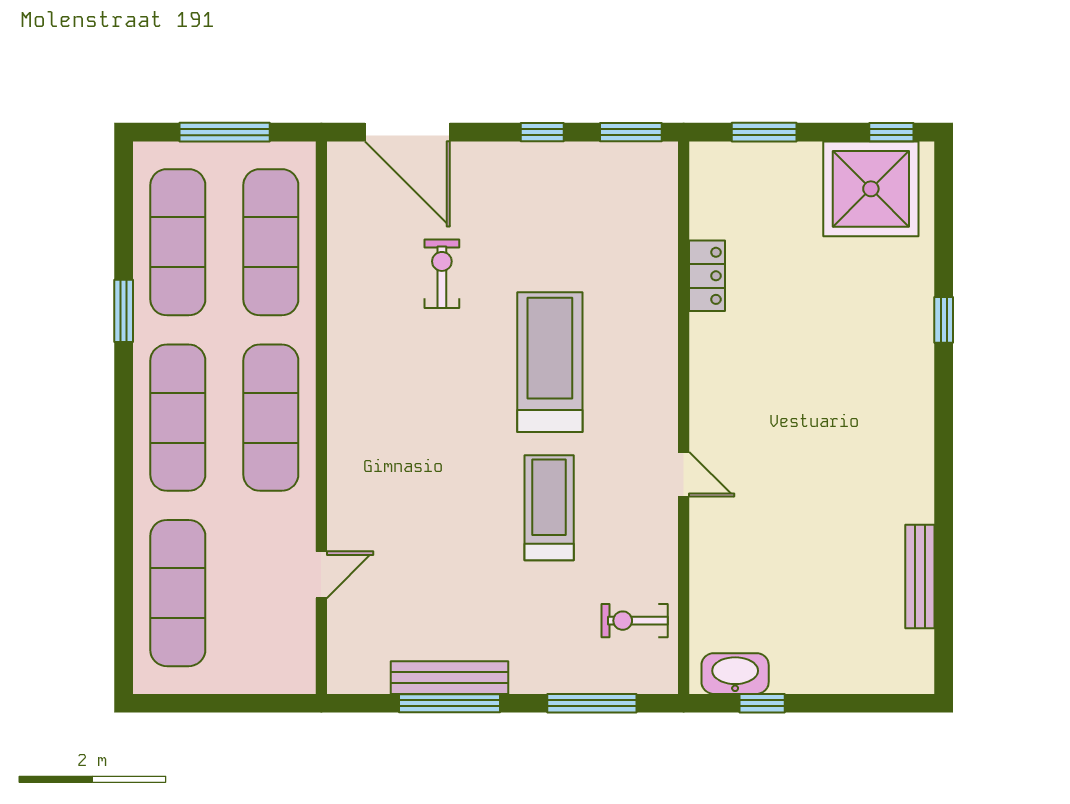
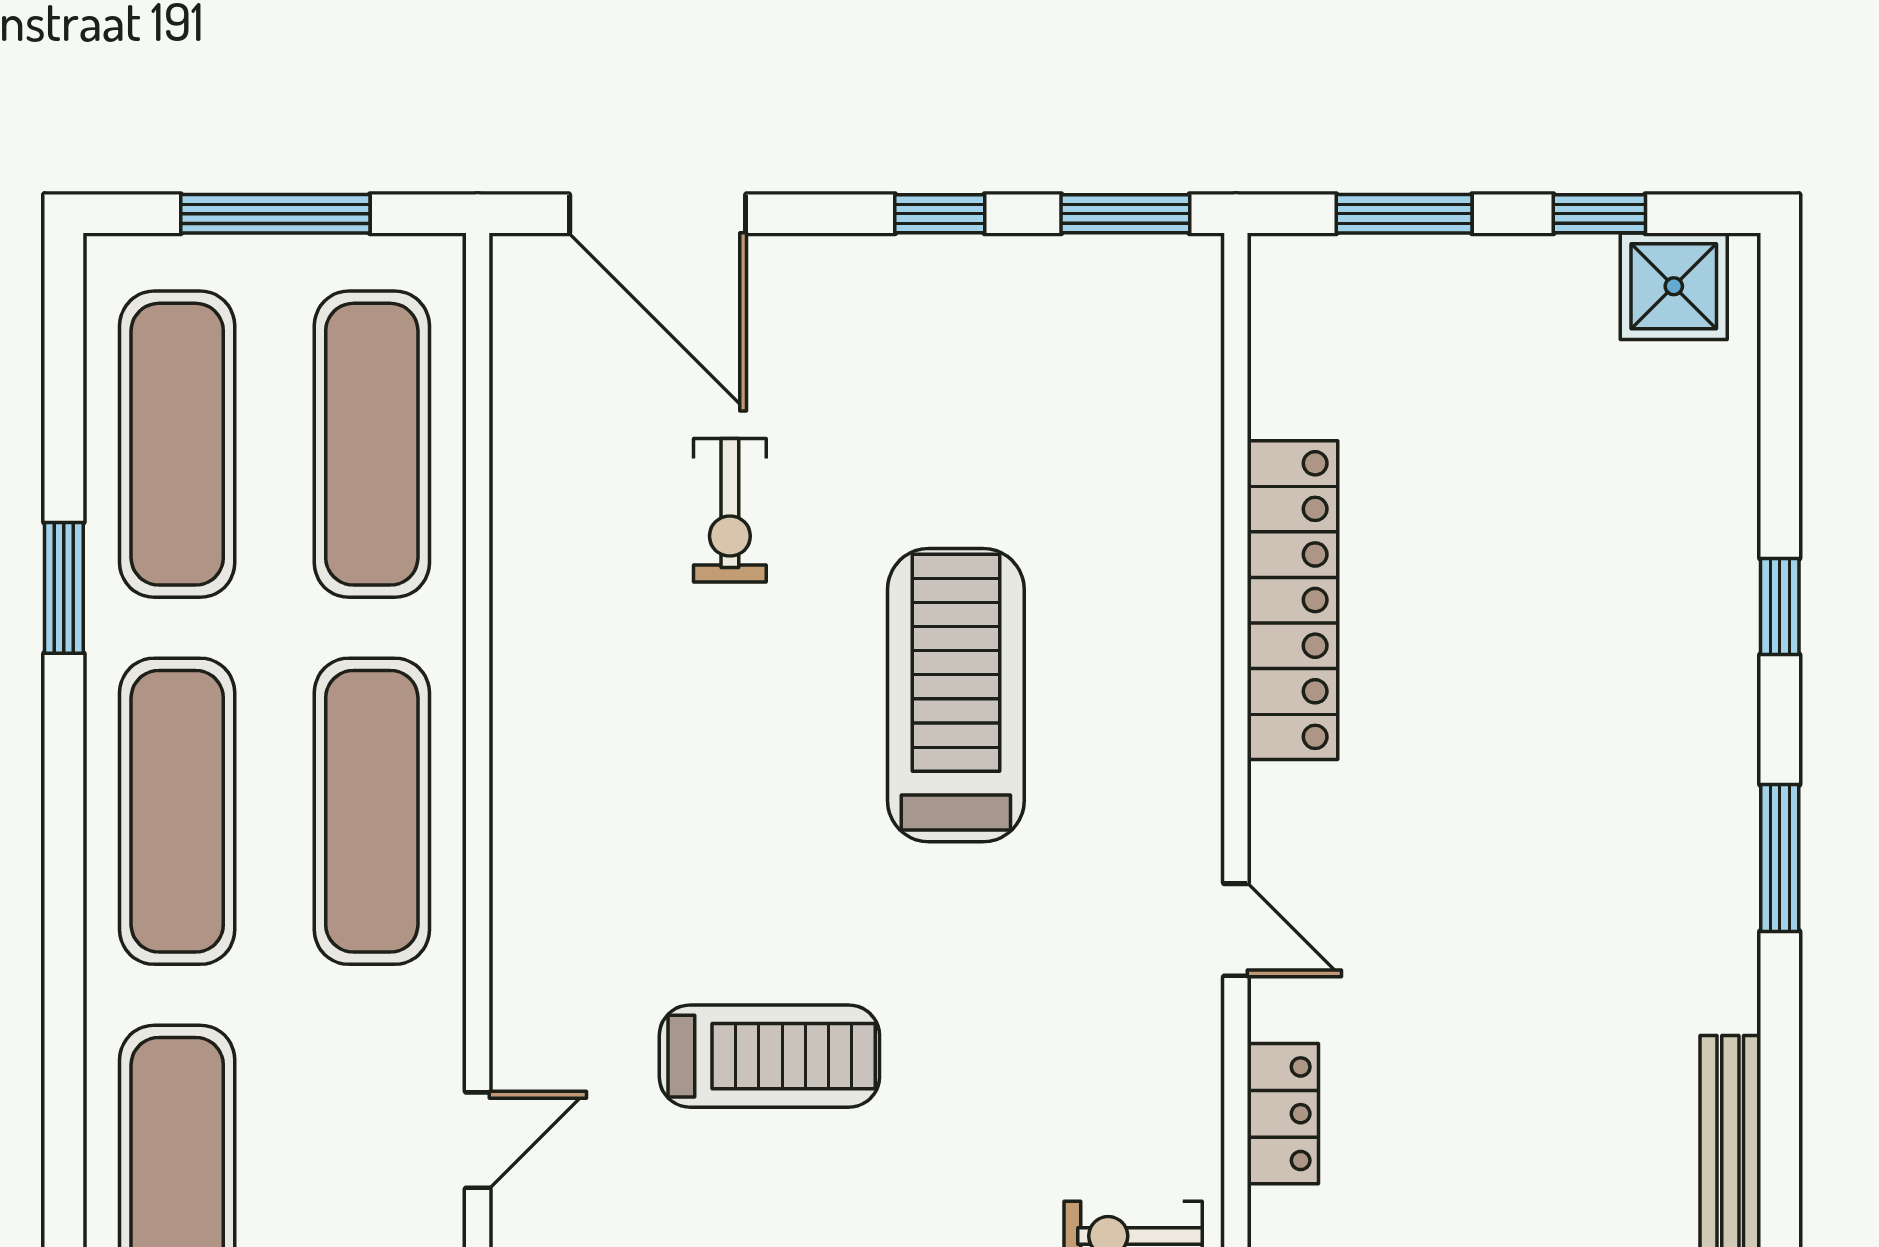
window: (891, 132) -> (1599, 214), moved
shower: (871, 189) -> (1674, 286), width x0.54, depth x0.54
exercise bike: (442, 274) -> (730, 510), turned 180
locker: (707, 276) -> (1293, 600), width x2.16, depth x1.21
window: (944, 440) -> (1780, 858), added
treadmill: (549, 508) -> (769, 1056), moved, turned 90
locker: (706, 562) -> (1283, 1114), added

